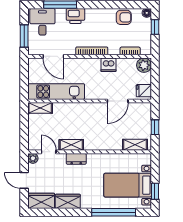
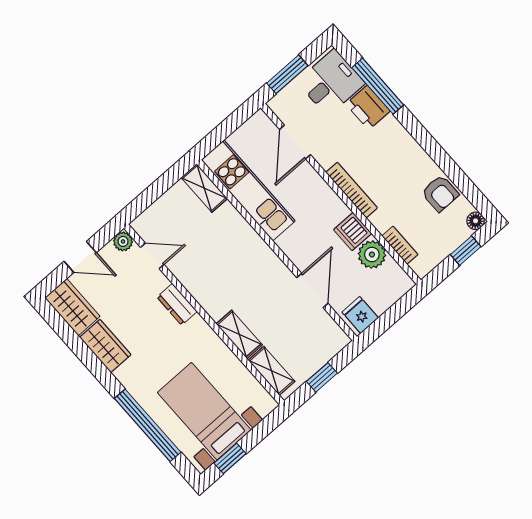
printer: (75, 16) -> (368, 108), moved
plant: (144, 65) -> (372, 255), moved
door: (118, 101) -> (312, 290), swing flipped
shelving: (71, 145) -> (239, 334), moved
door: (49, 152) -> (152, 256), hinge flipped
door: (24, 180) -> (80, 257), swing flipped

